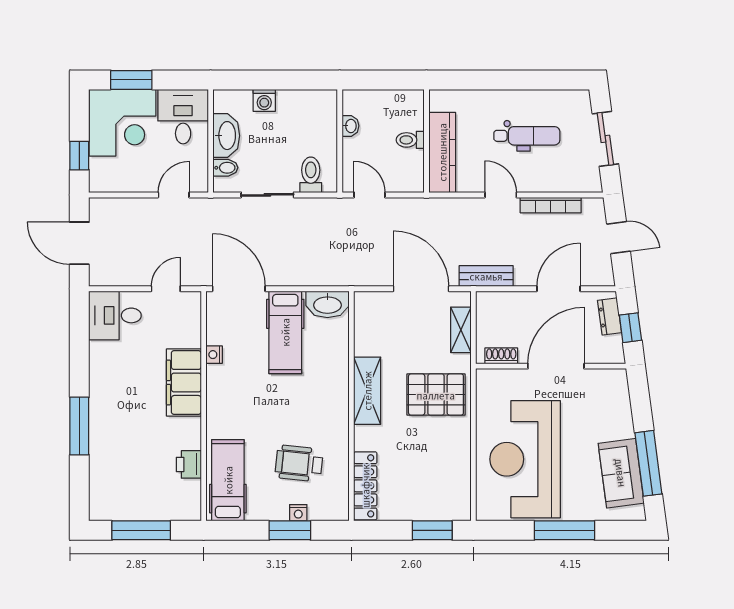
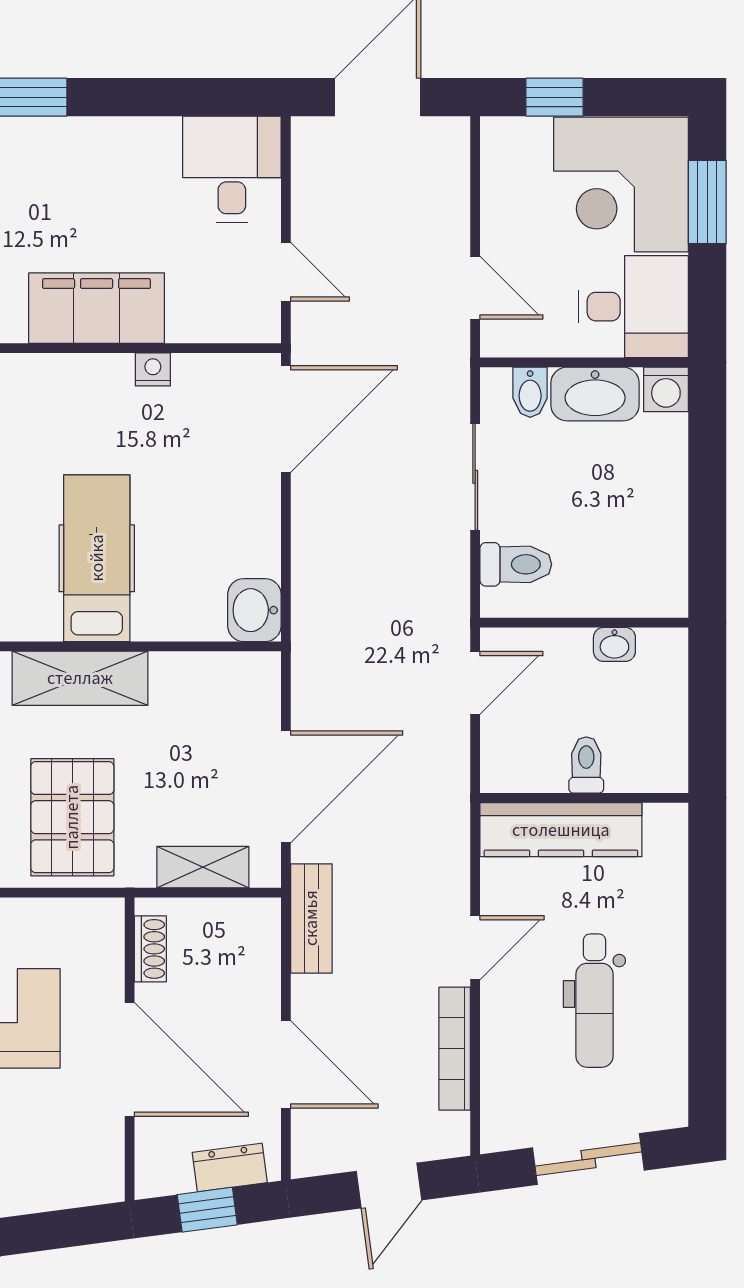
washing machine: (264, 100) -> (666, 389), moved, turned -90
washbasin: (327, 304) -> (254, 610), width x0.72
hospital bed: (285, 332) -> (97, 558), moved, turned 90

